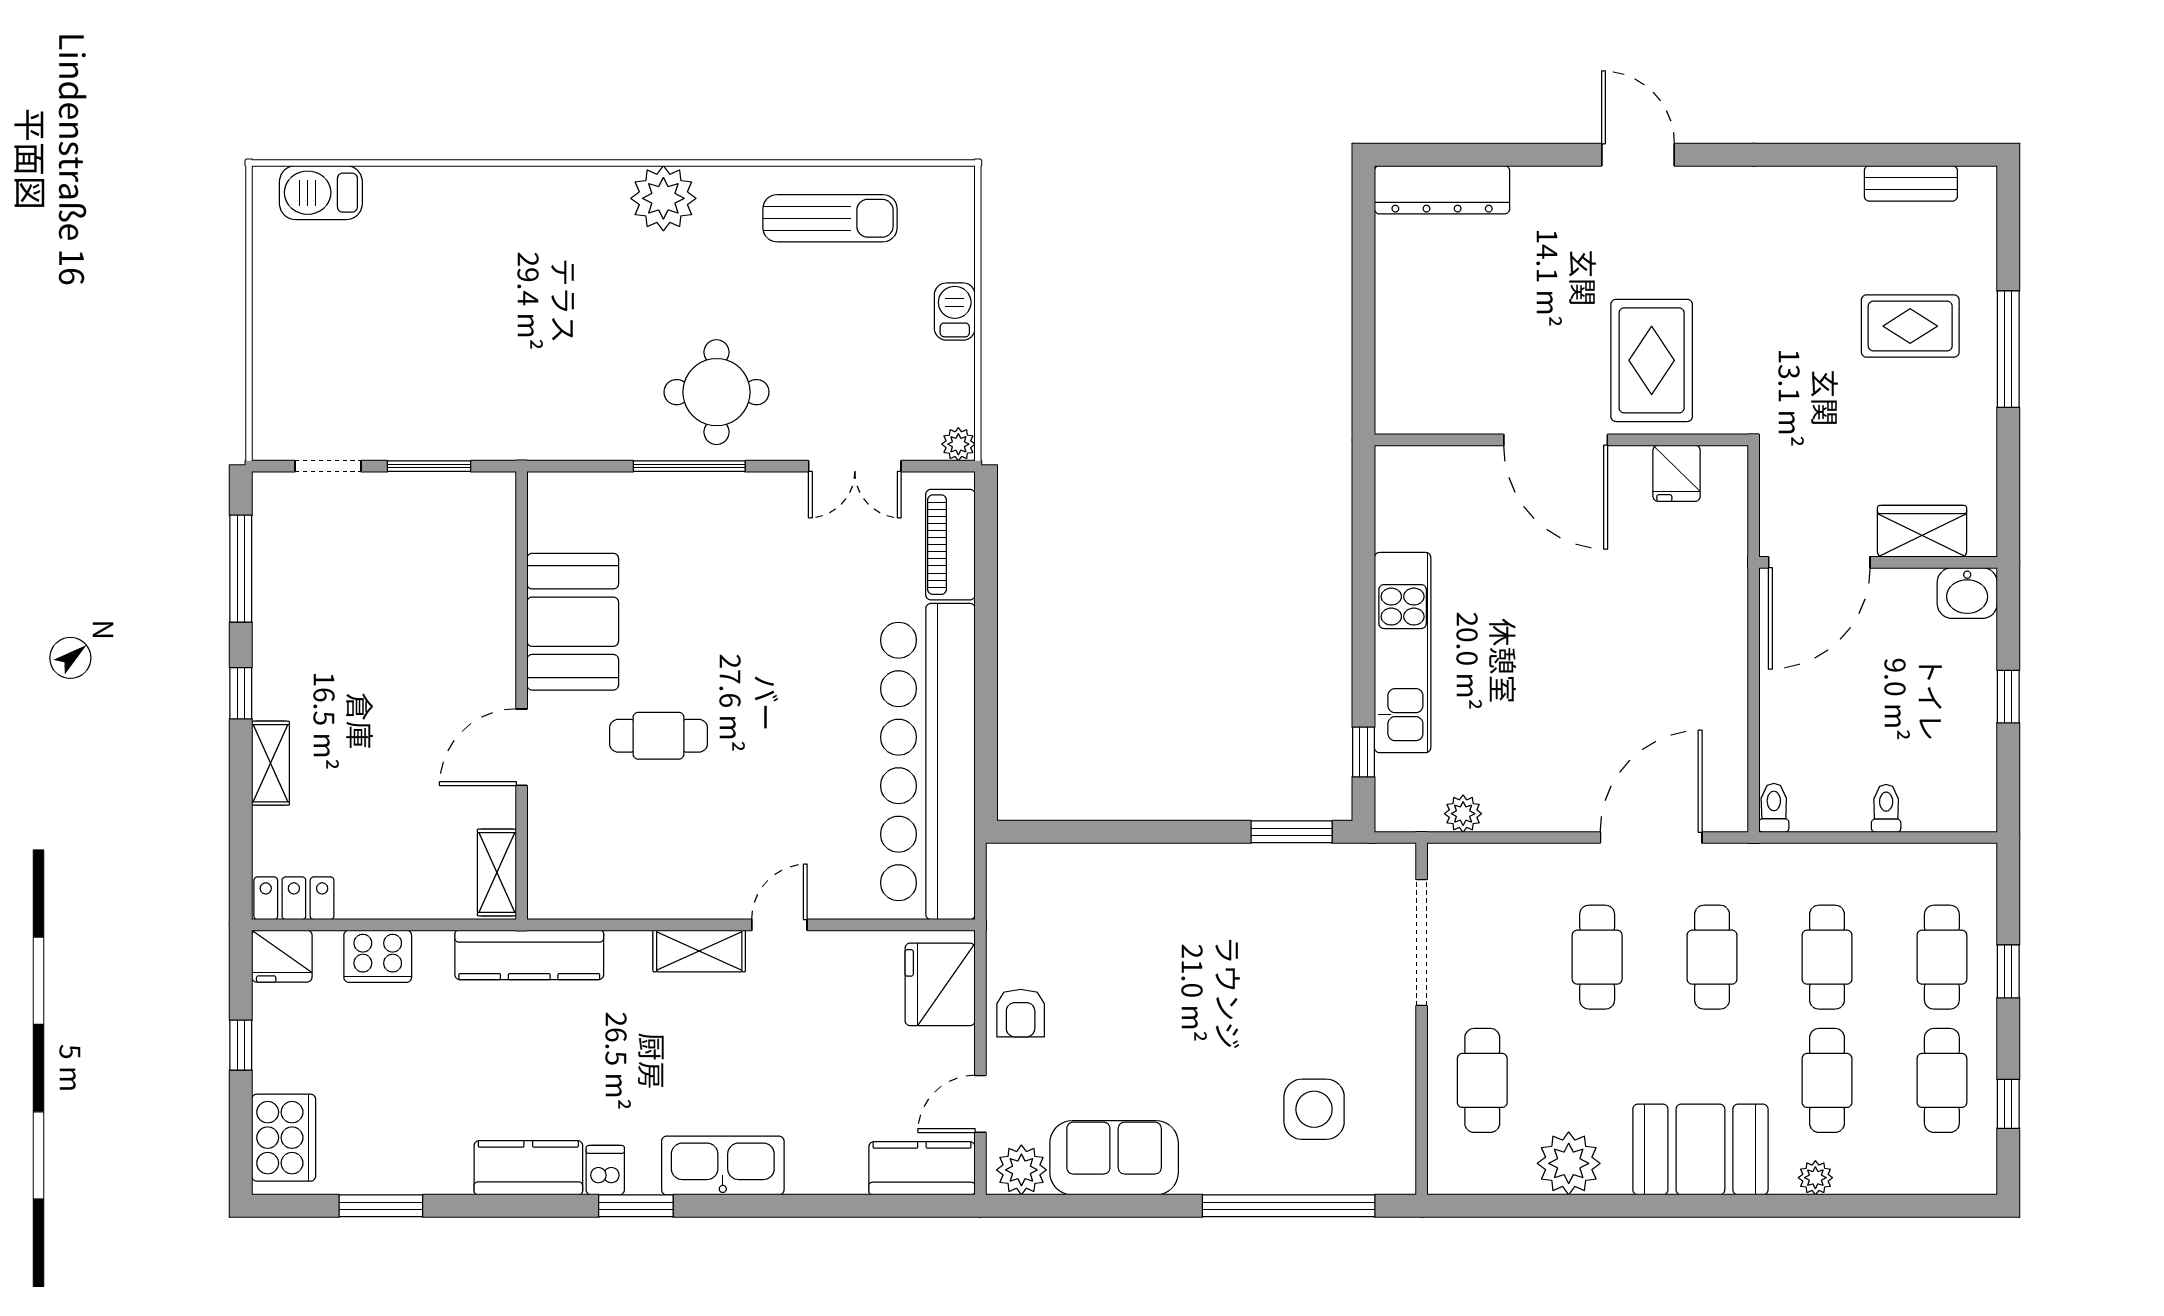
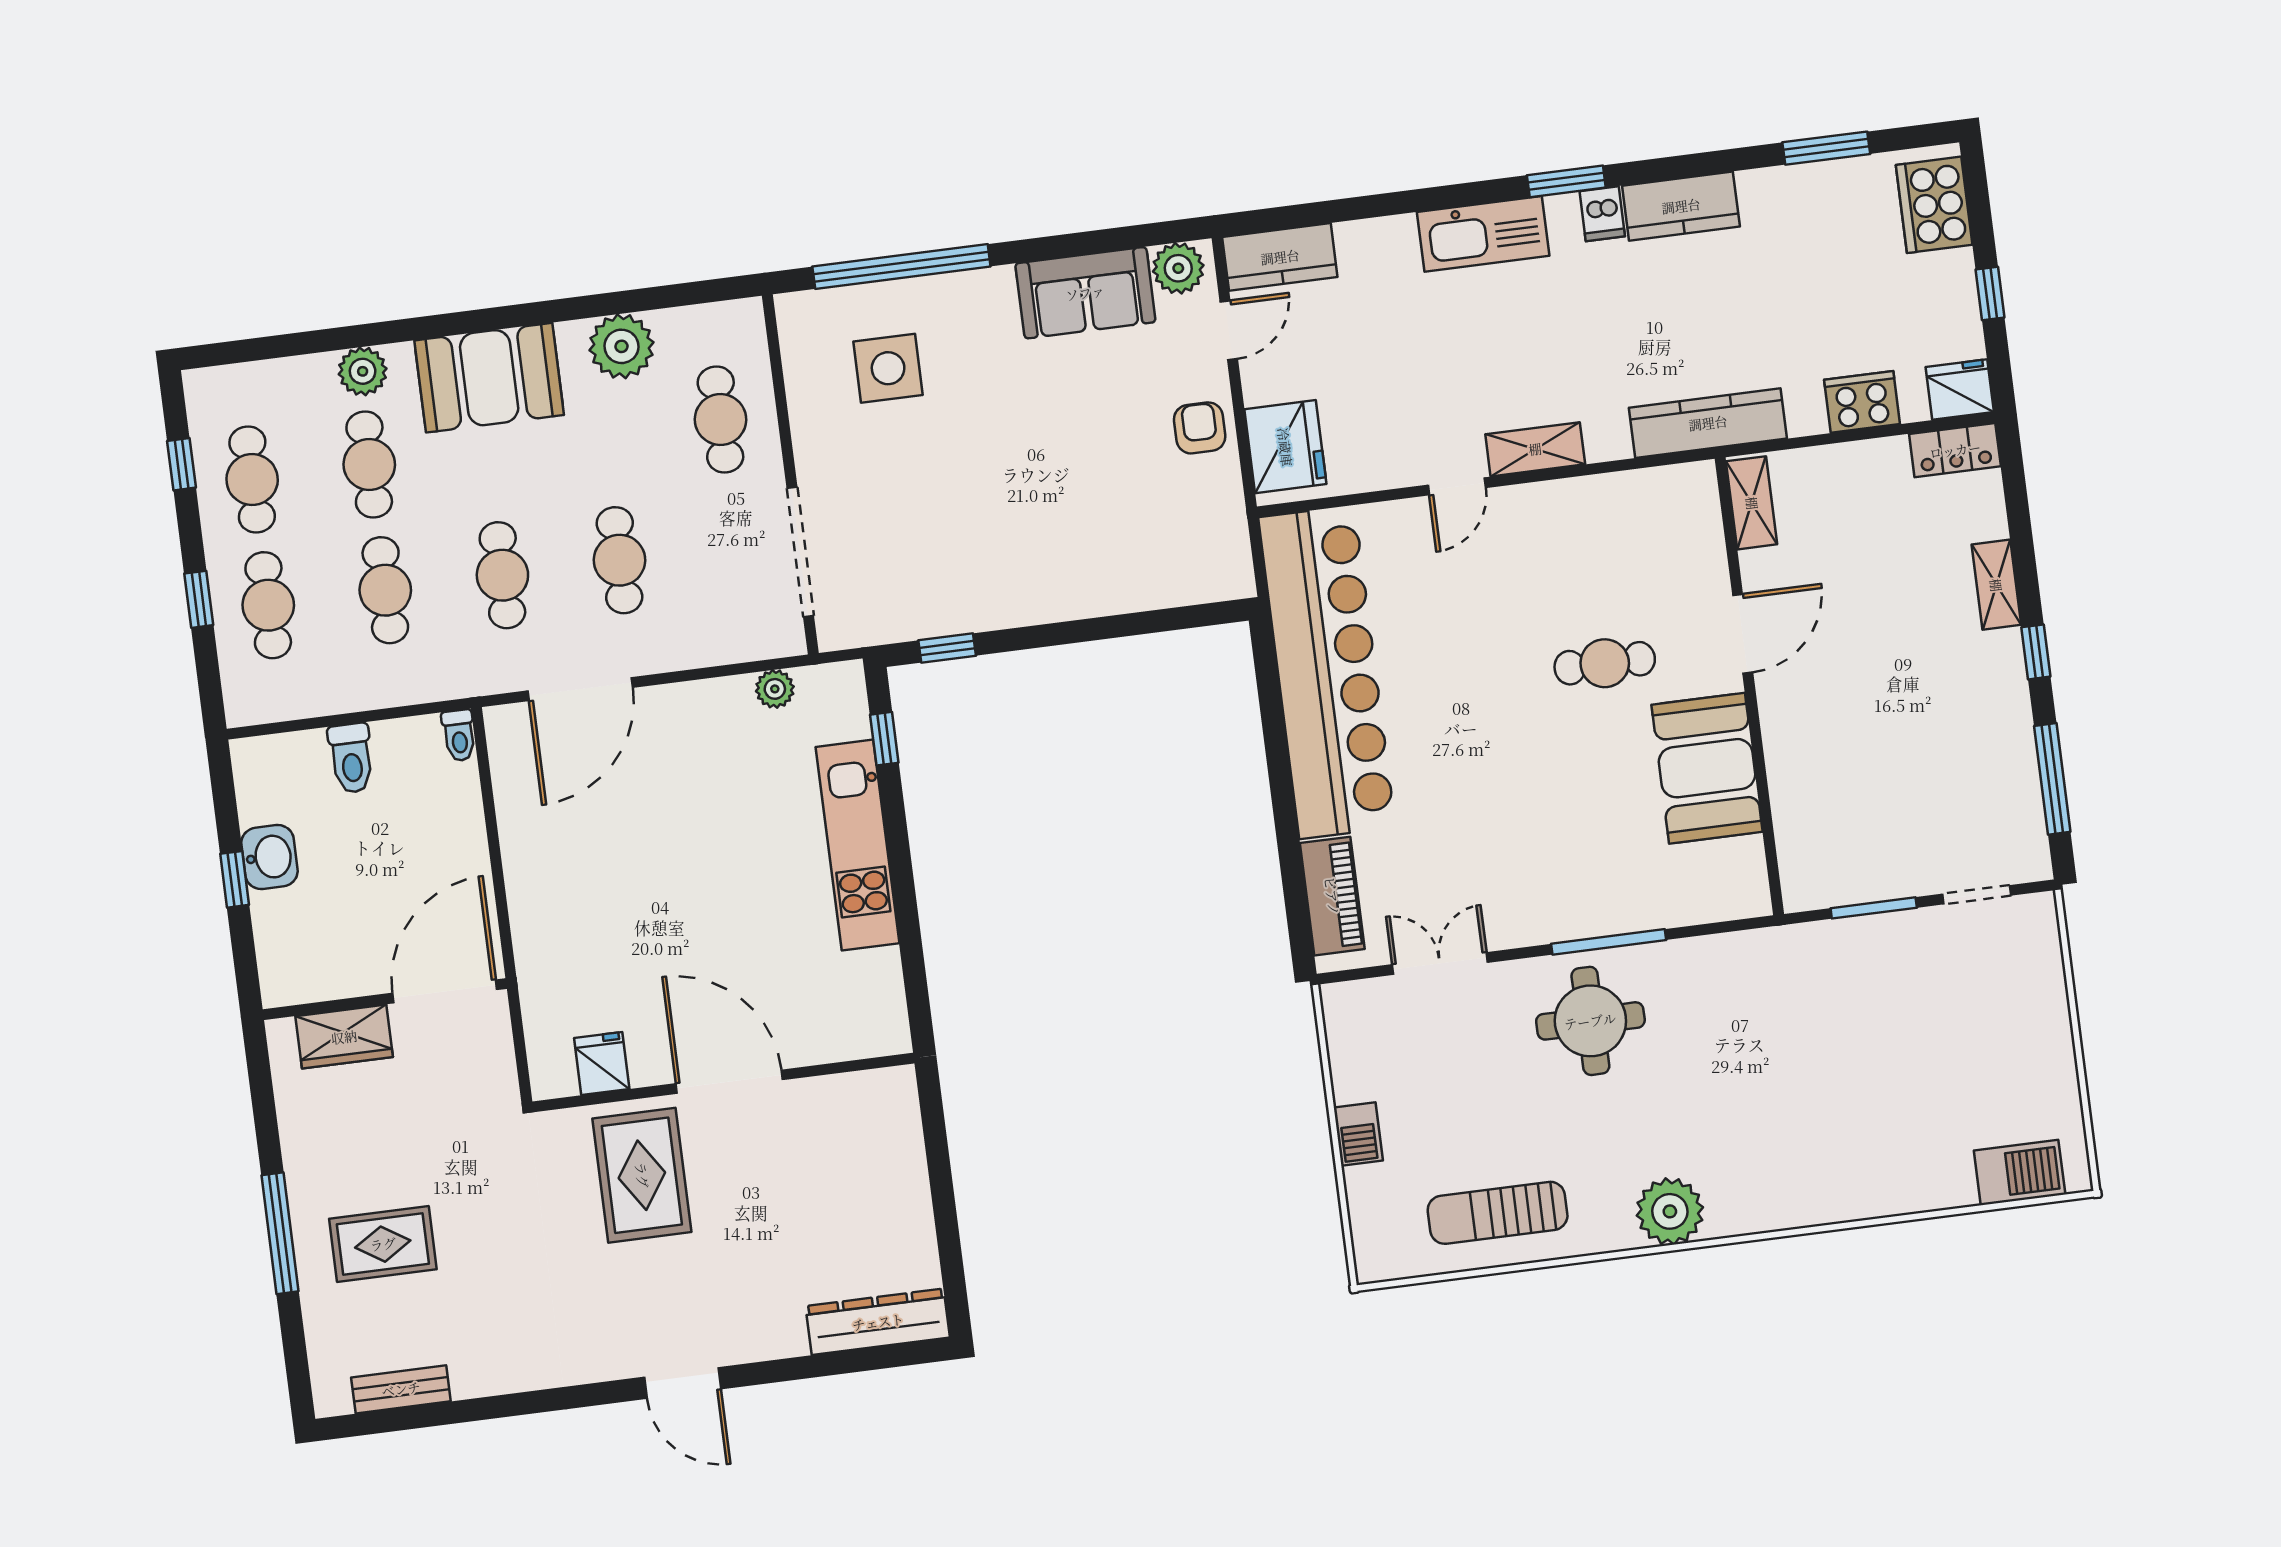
plant: (958, 444) -> (1337, 999), removed
washbasin: (1967, 593) -> (269, 857), moved, turned 90
toilet: (1886, 808) -> (351, 758), width x1.37, depth x1.39
window: (1292, 832) -> (947, 648), width x0.67
plant: (1815, 1178) -> (363, 371), width x1.38, depth x1.38

